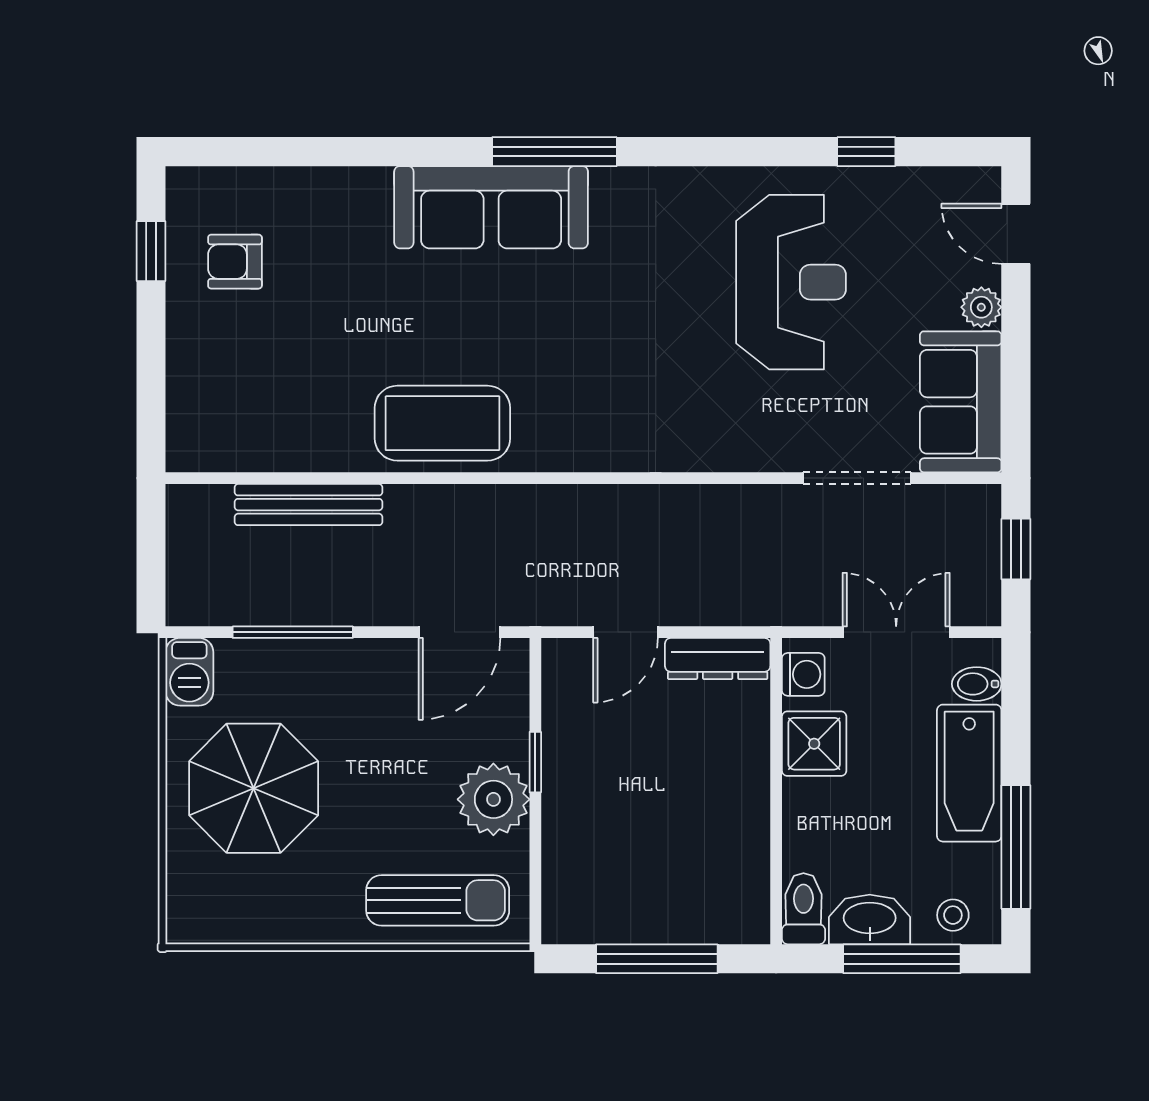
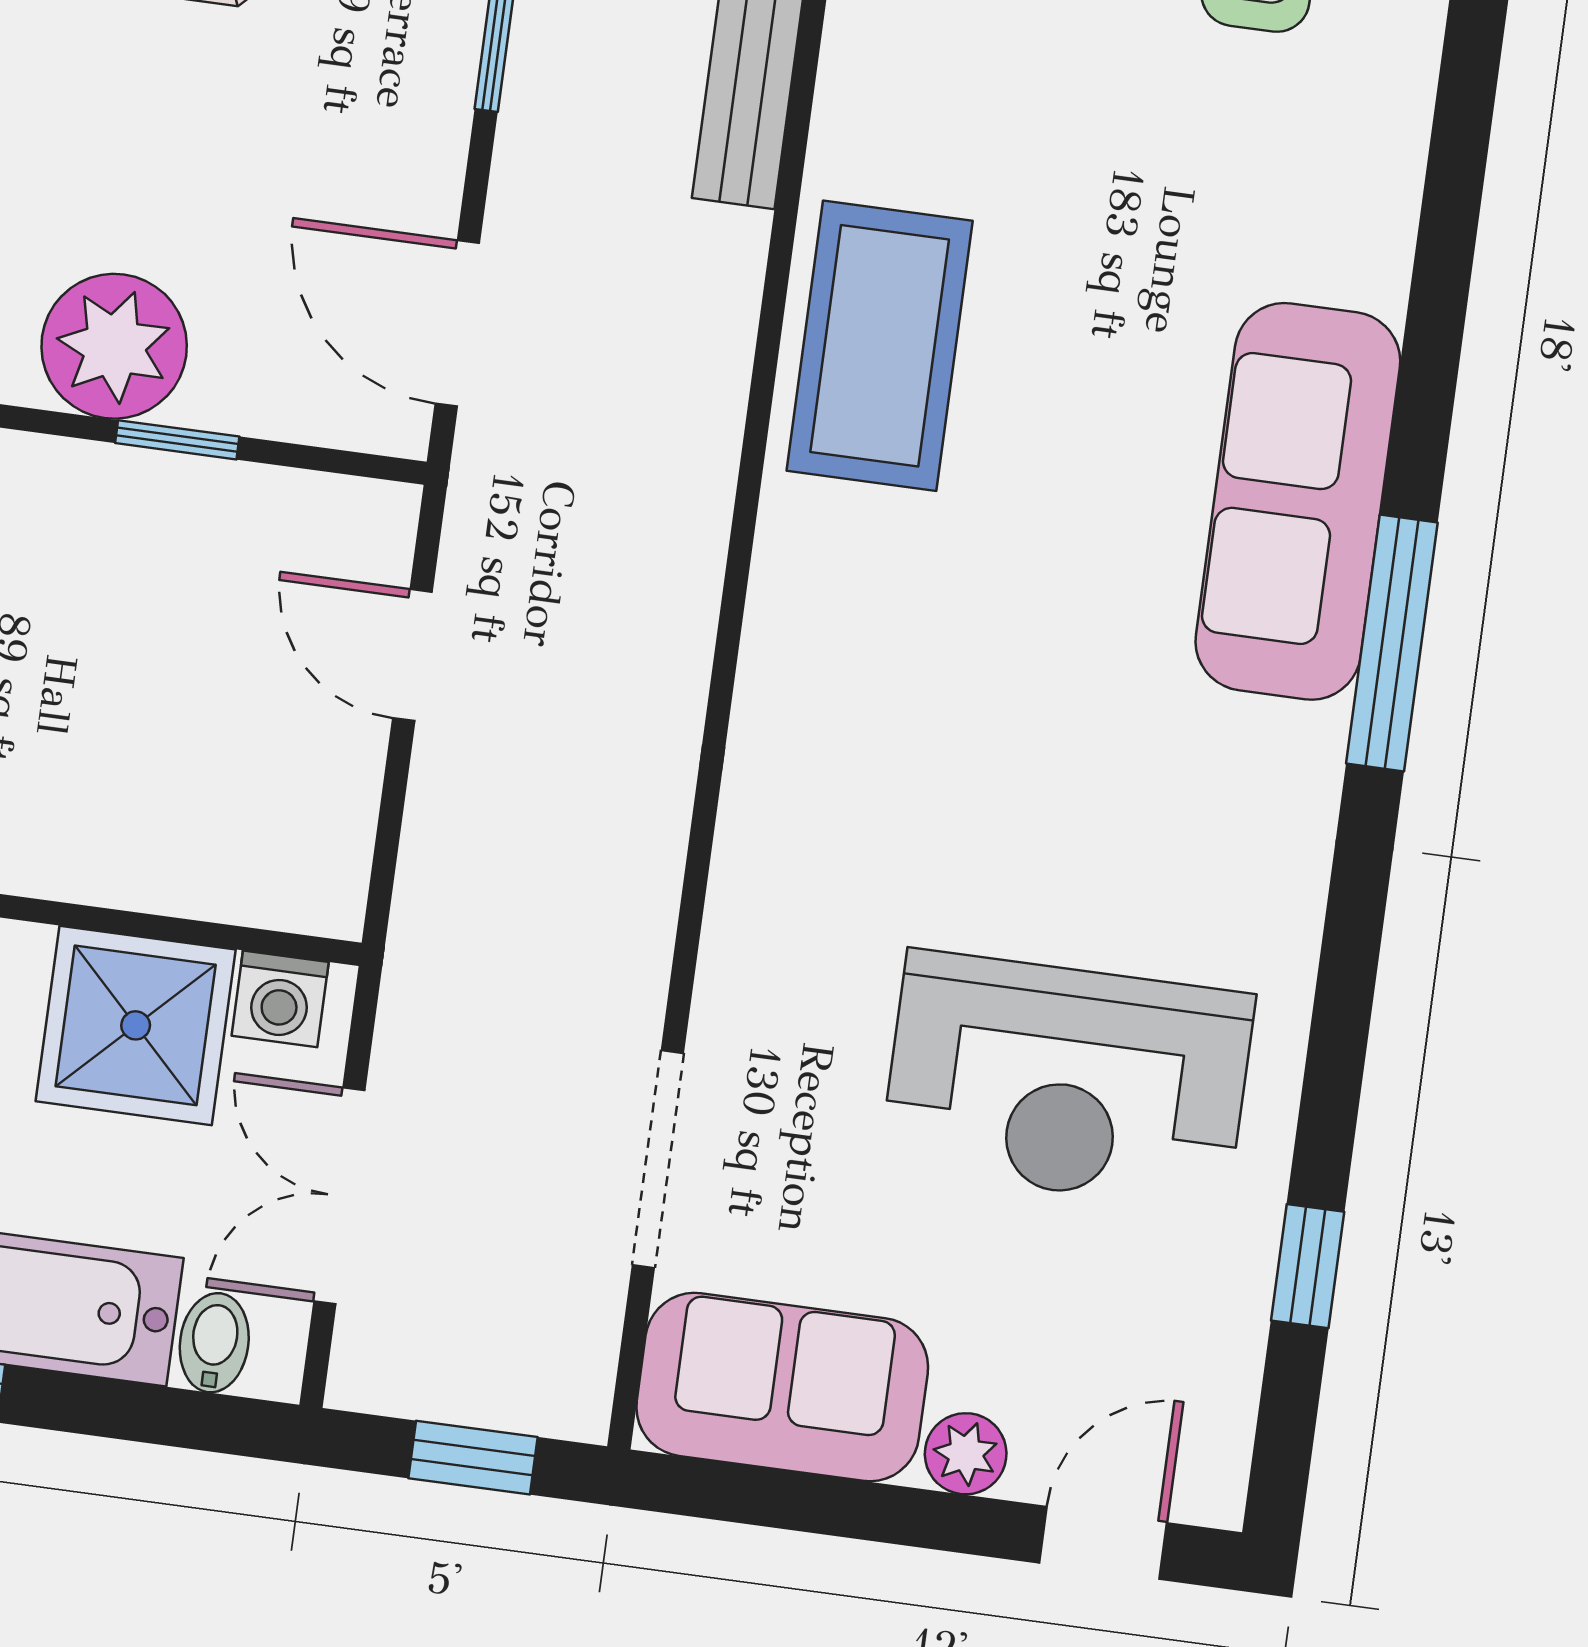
double door: (896, 632) -> (339, 1196), swing flipped
dresser: (718, 659) -> (335, 832), removed
shower: (814, 744) -> (136, 1025), width x1.36, depth x1.36

